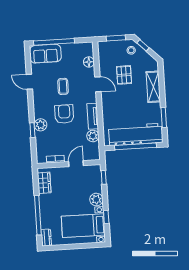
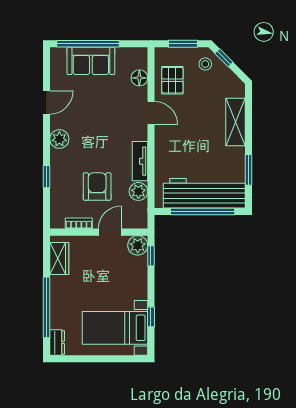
sofa: (45, 54) -> (91, 61), moved
pallet: (124, 75) -> (172, 80), moved
door: (29, 82) -> (46, 102), swing flipped
coffee table: (63, 86) -> (97, 113), removed
armchair: (64, 114) -> (97, 187), moved
plant: (41, 125) -> (59, 139), moved
plant: (96, 199) -> (138, 245), moved

